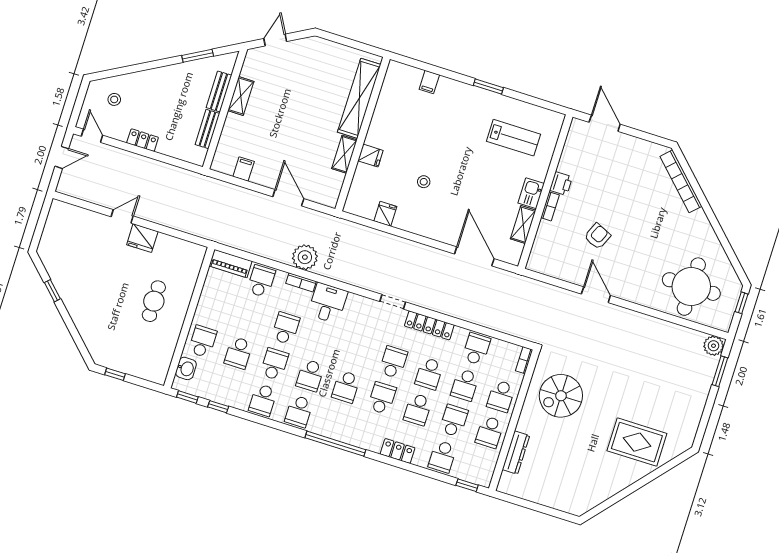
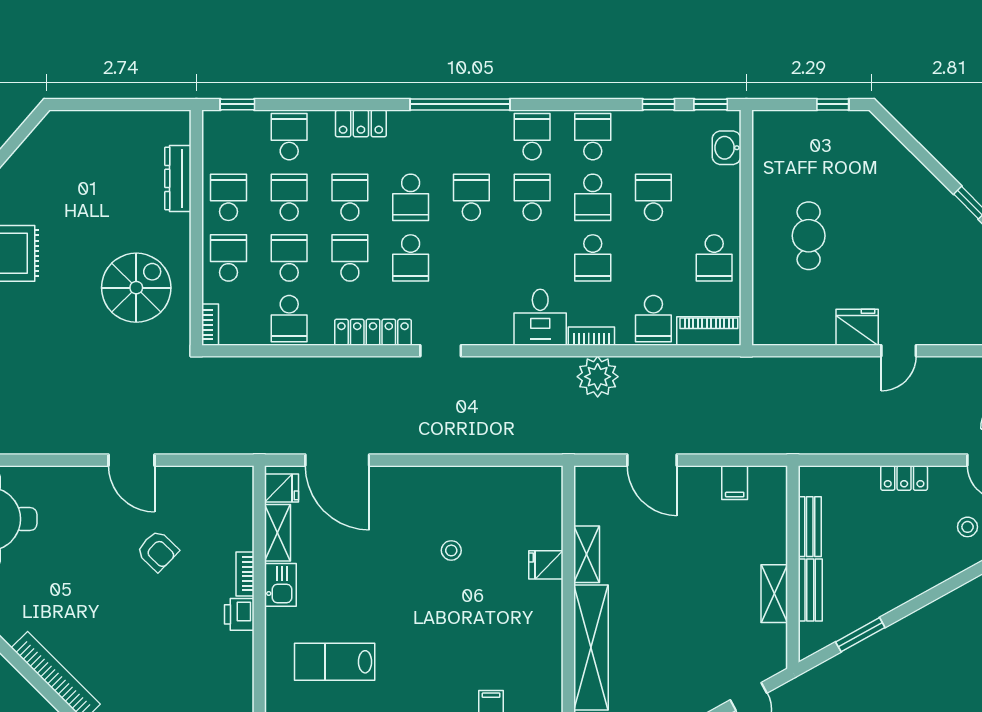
fridge: (385, 214) -> (282, 488), moved, turned -90
armchair: (597, 236) -> (158, 551), turned -70
school desk: (203, 341) -> (714, 258), moved
school desk: (454, 421) -> (289, 197), turned 180

